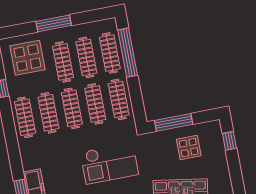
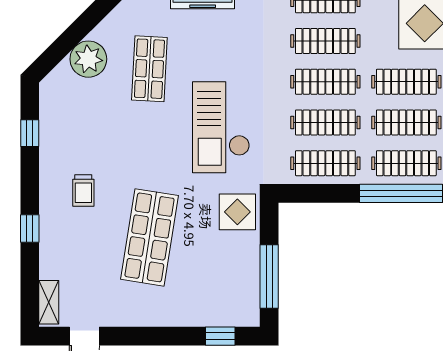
window: (174, 122) -> (269, 276), moved
display table: (189, 148) -> (237, 212), moved

